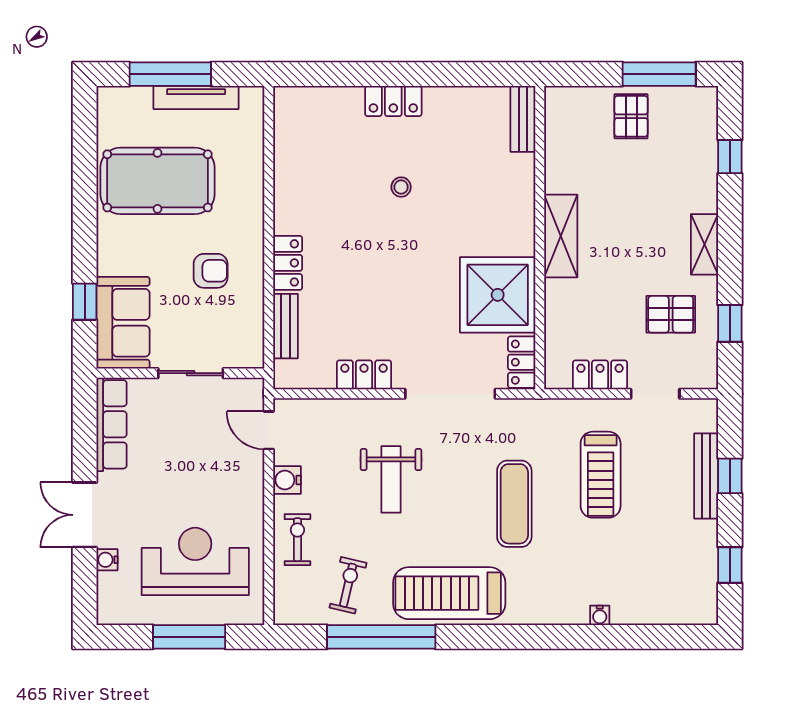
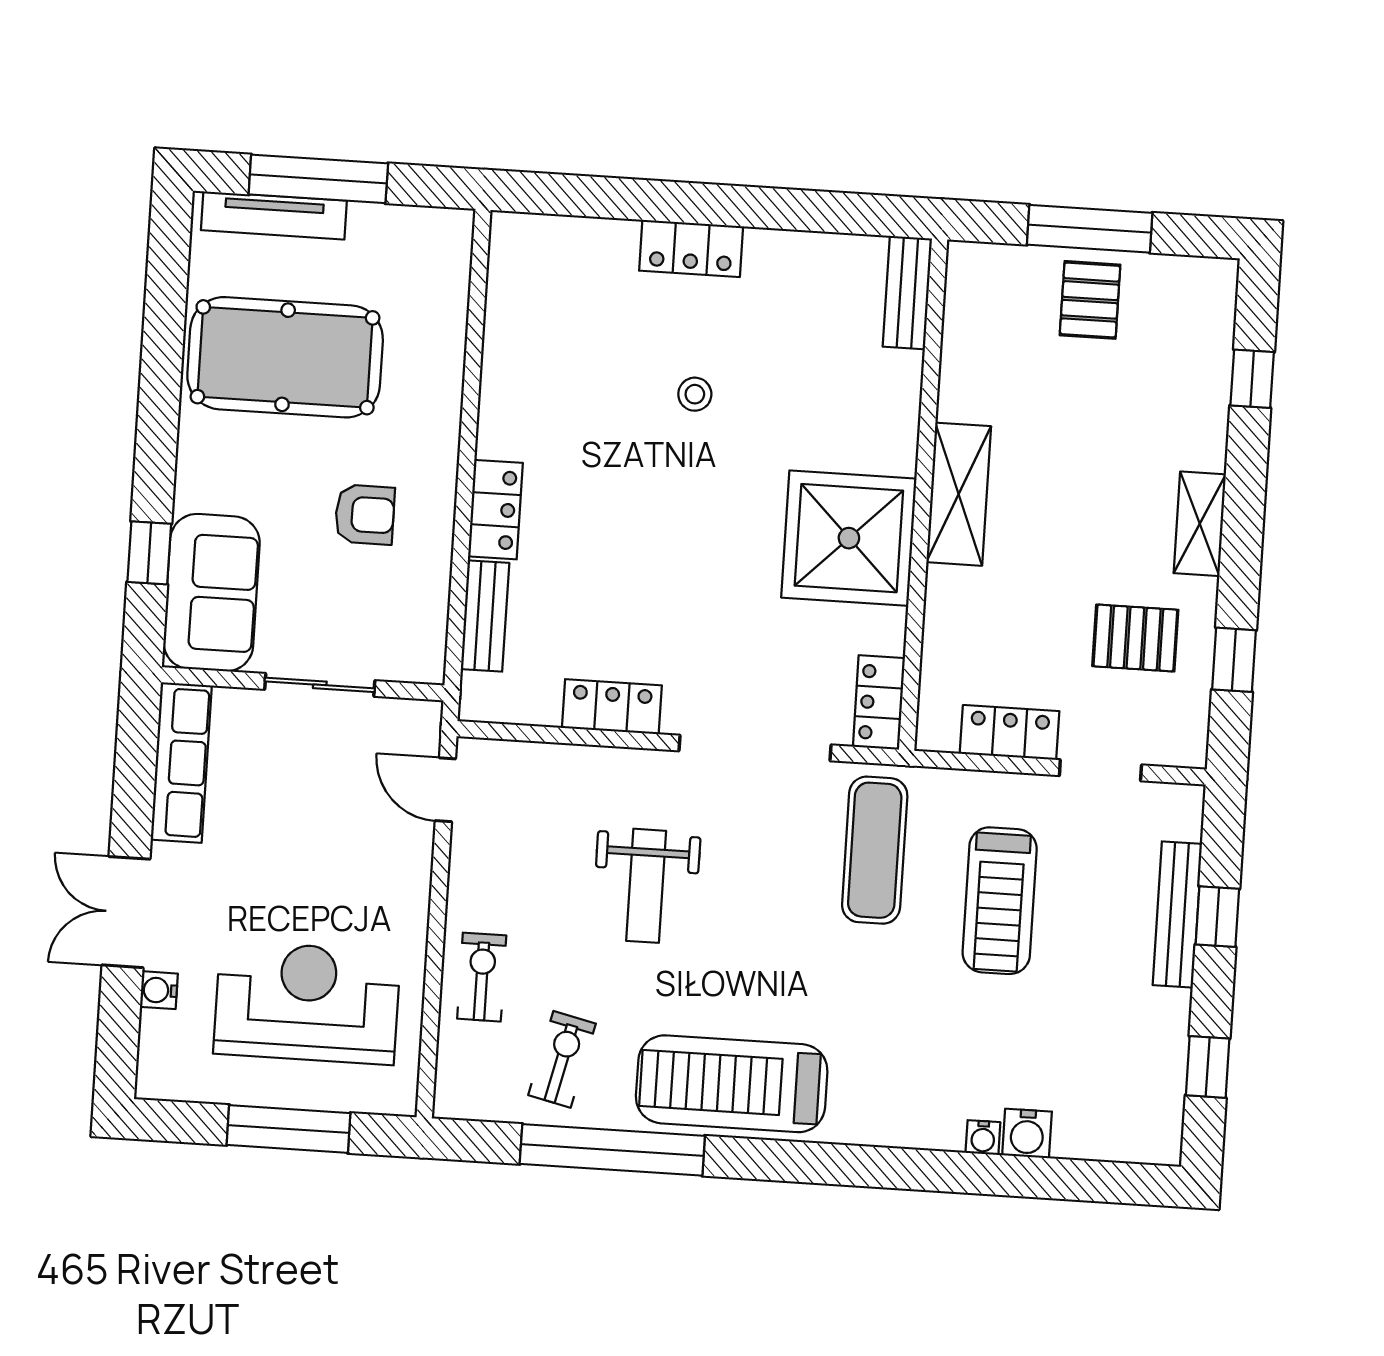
window: (659, 74) -> (1090, 229), moved
tv unit: (196, 97) -> (274, 215), moved
shower: (498, 295) -> (849, 538), moved
water cooler: (287, 480) -> (1027, 1133), moved, turned -90
exercise mat: (514, 504) -> (875, 850), moved

